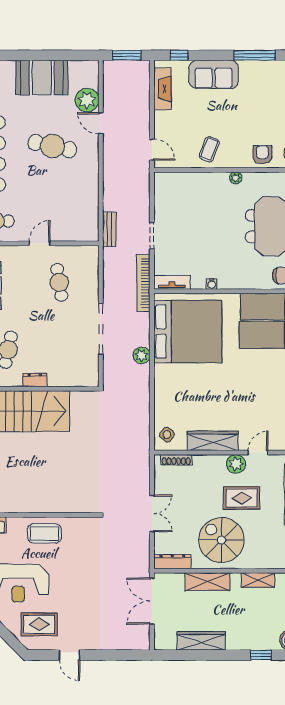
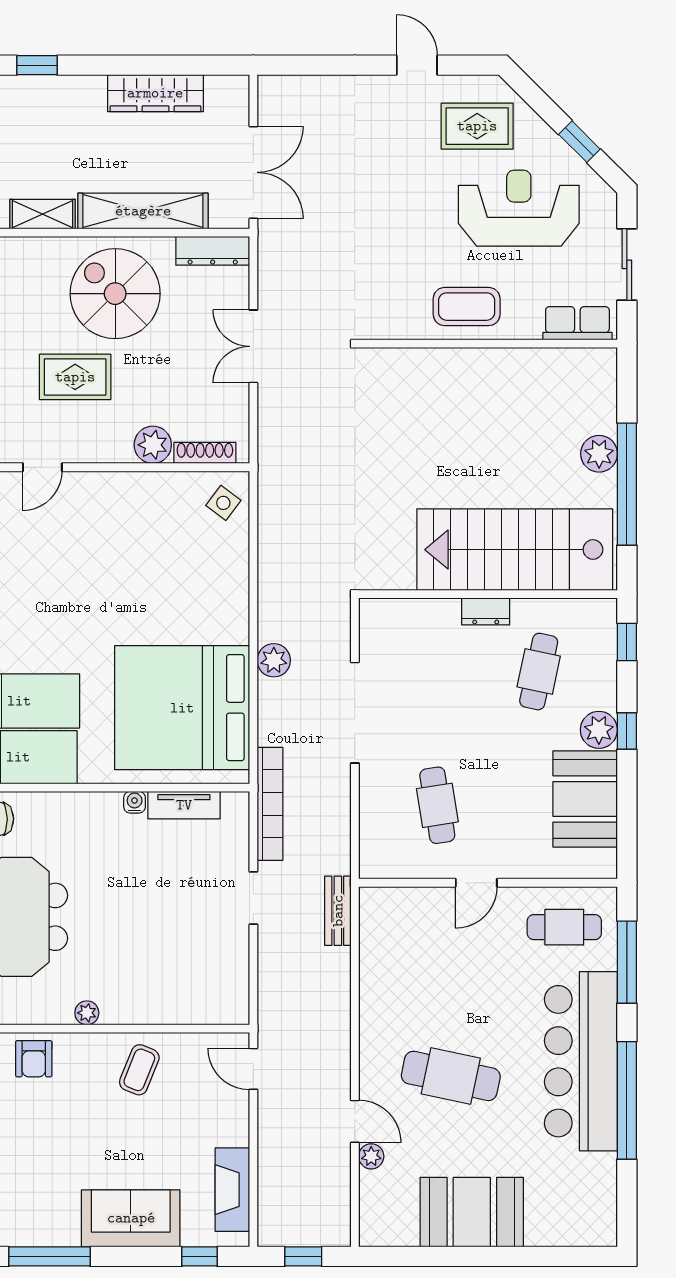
window: (127, 55) -> (303, 1256), width x0.67
plant: (87, 100) -> (371, 1156), width x0.53, depth x0.53
tv unit: (172, 282) -> (184, 805), moved
wardrobe: (213, 441) -> (132, 490), removed
plant: (236, 464) -> (153, 445), moved
spiral stairs: (221, 540) -> (115, 294), turned 180
shelving: (207, 582) -> (143, 211), width x1.47

